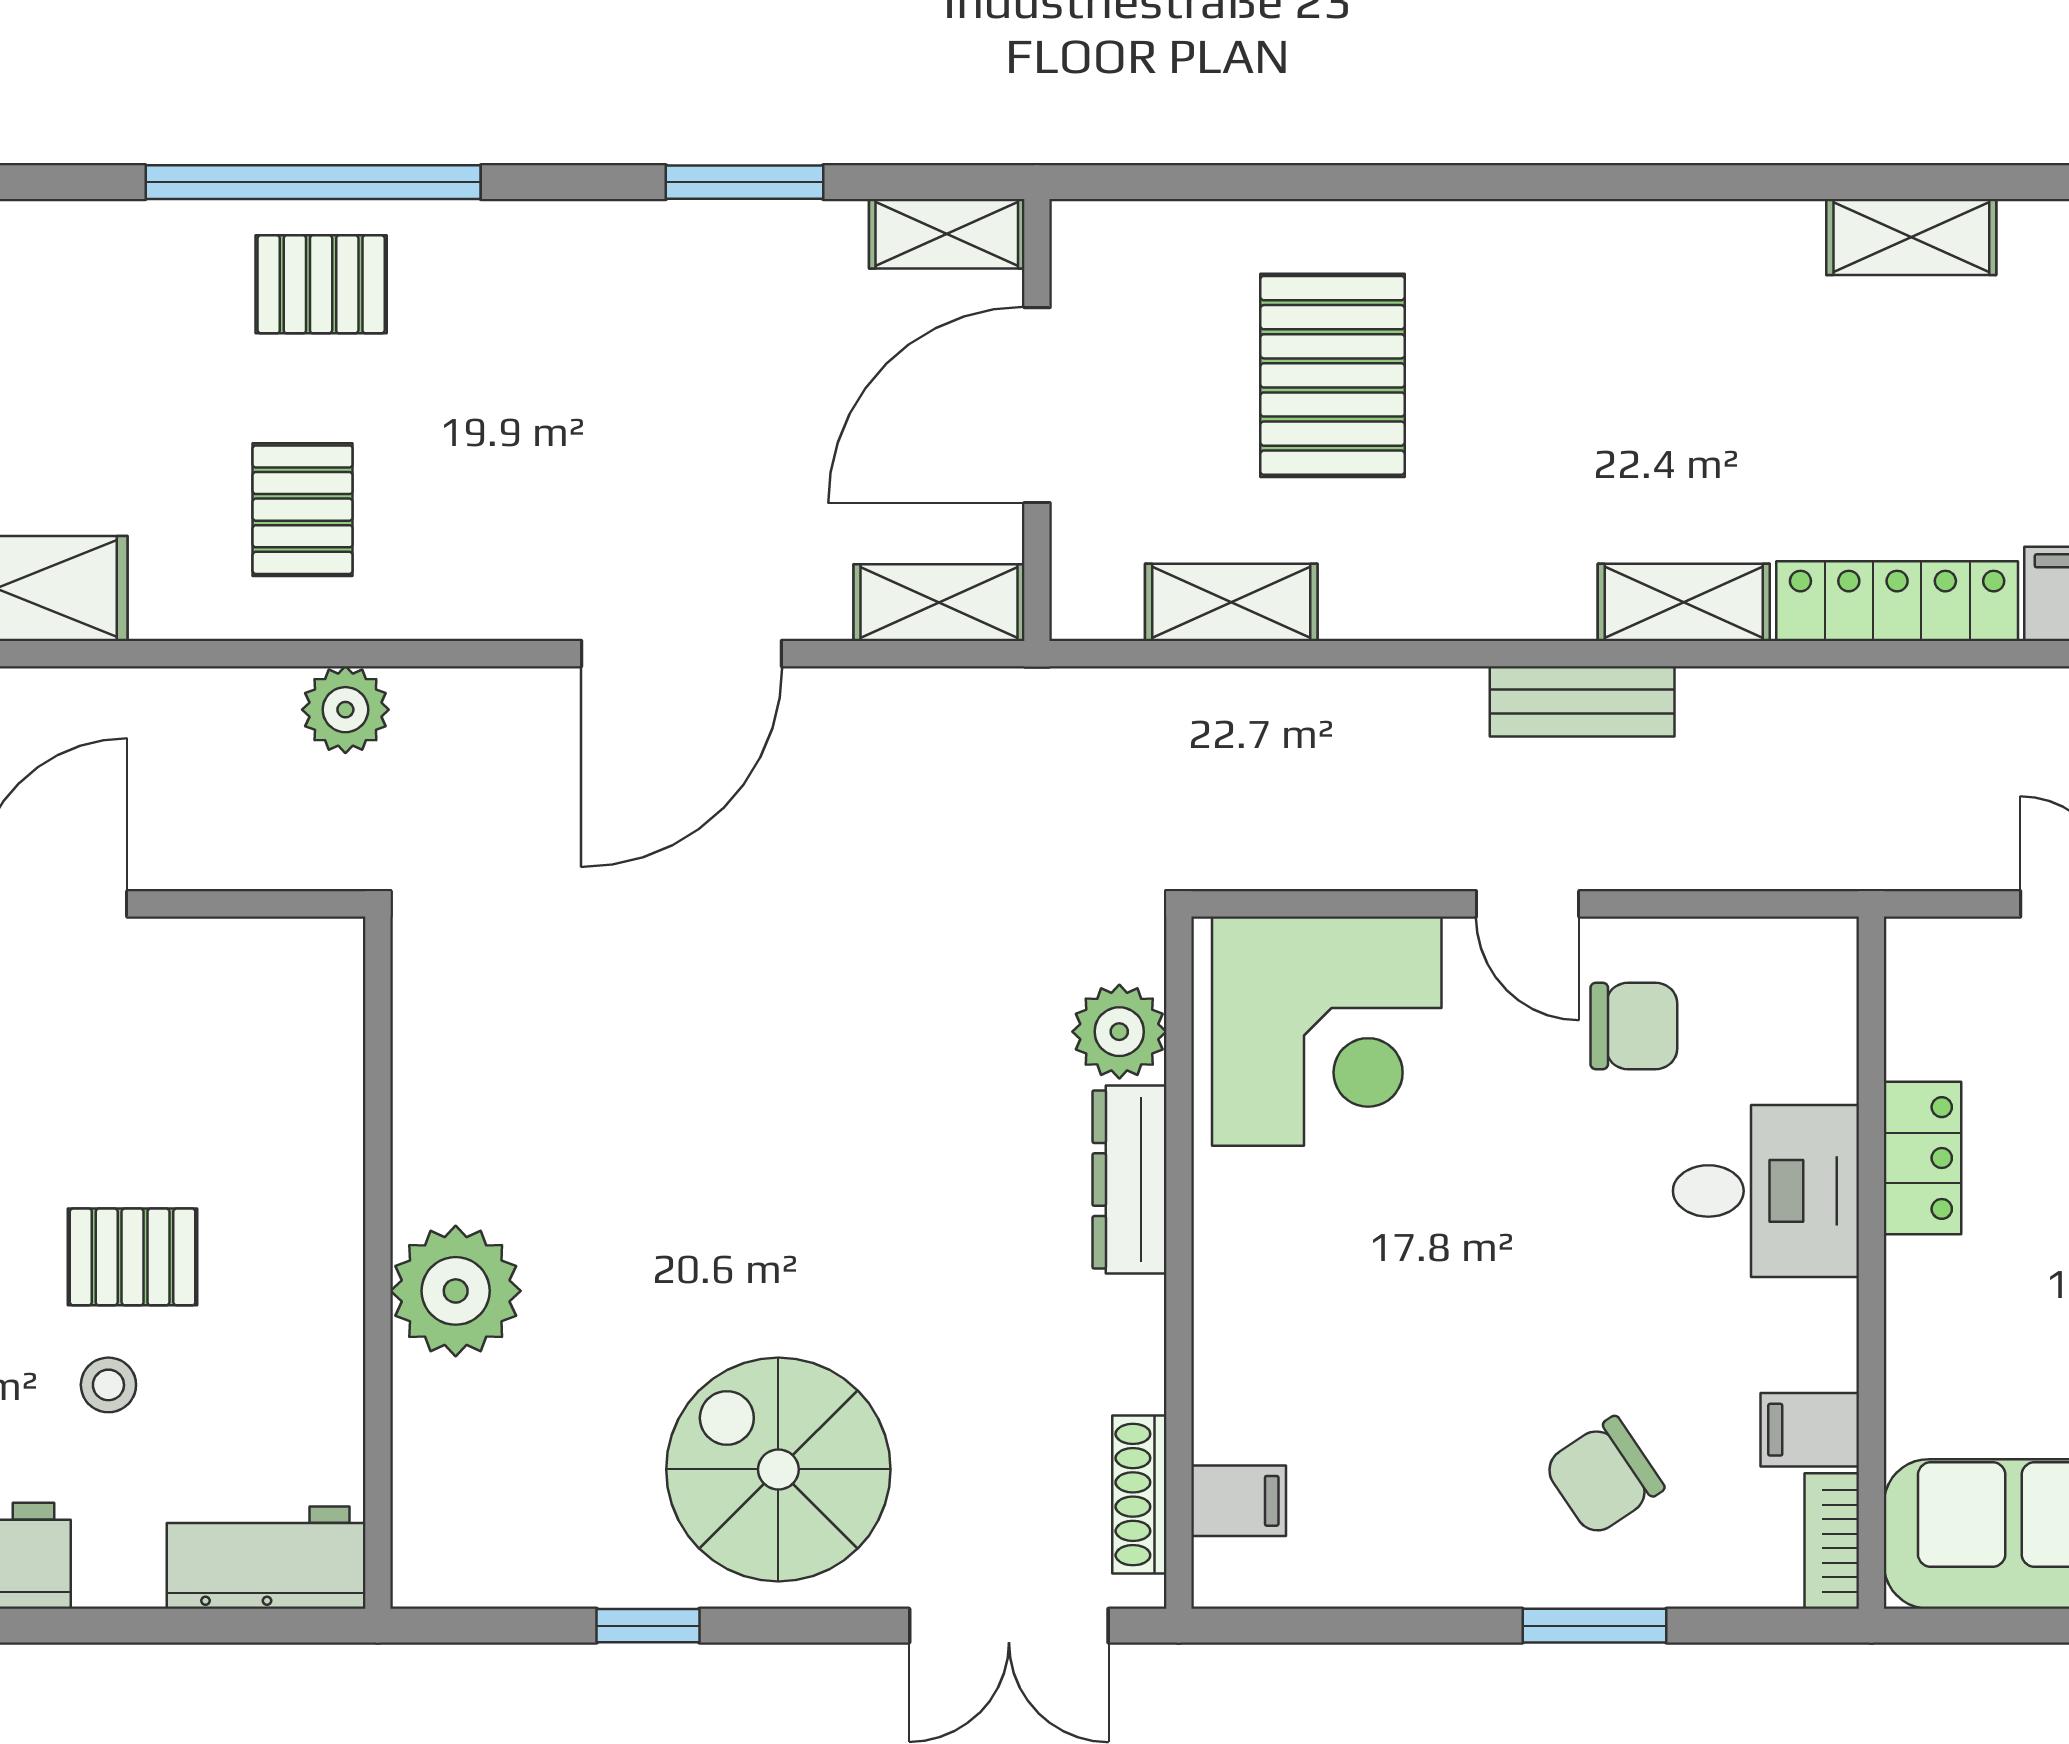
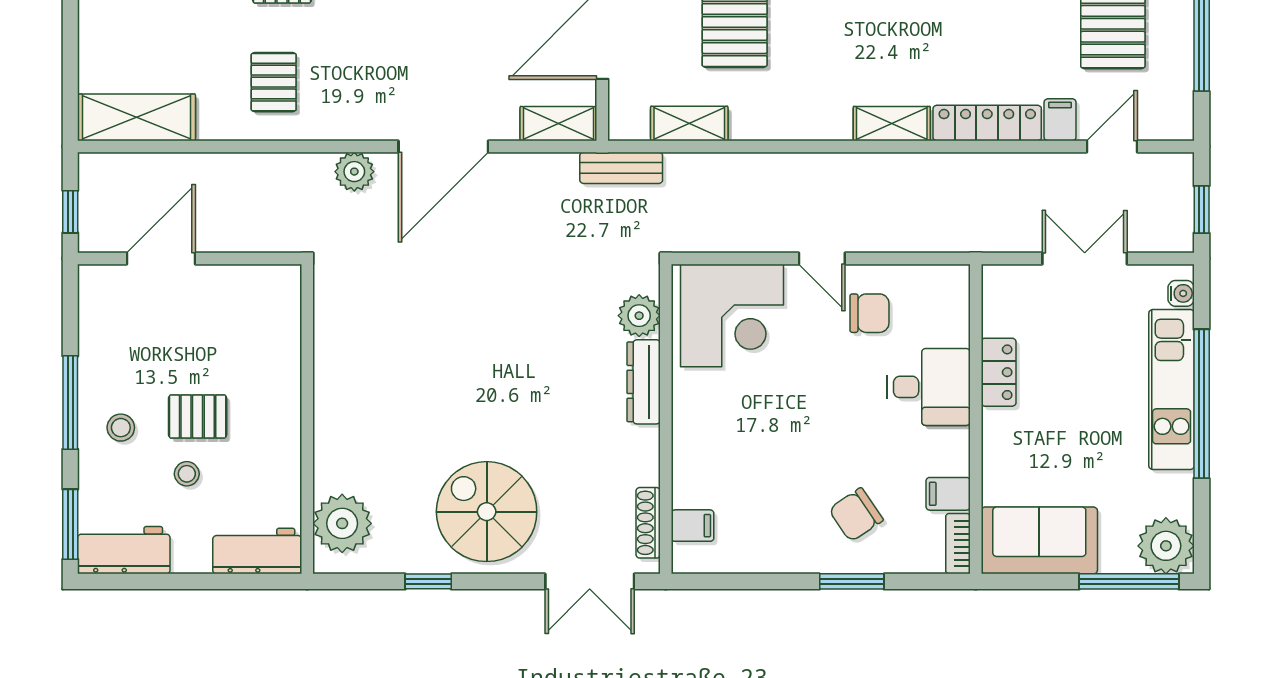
bench: (1582, 701) -> (621, 168), moved
plant: (345, 710) -> (354, 172), moved
plant: (456, 1291) -> (342, 523), moved

